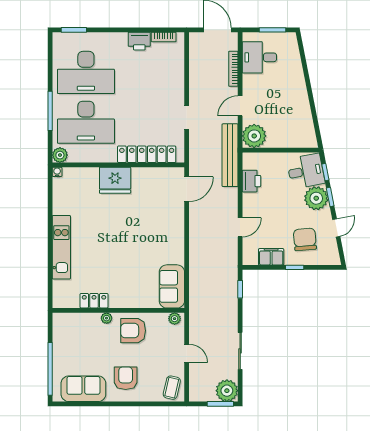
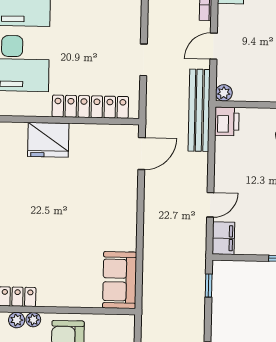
plant: (254, 136) -> (224, 93), width x0.53, depth x0.53
printer: (251, 181) -> (227, 121), moved
filing cabinet: (271, 257) -> (223, 238), moved, turned 90
plant: (175, 319) -> (17, 320), moved

